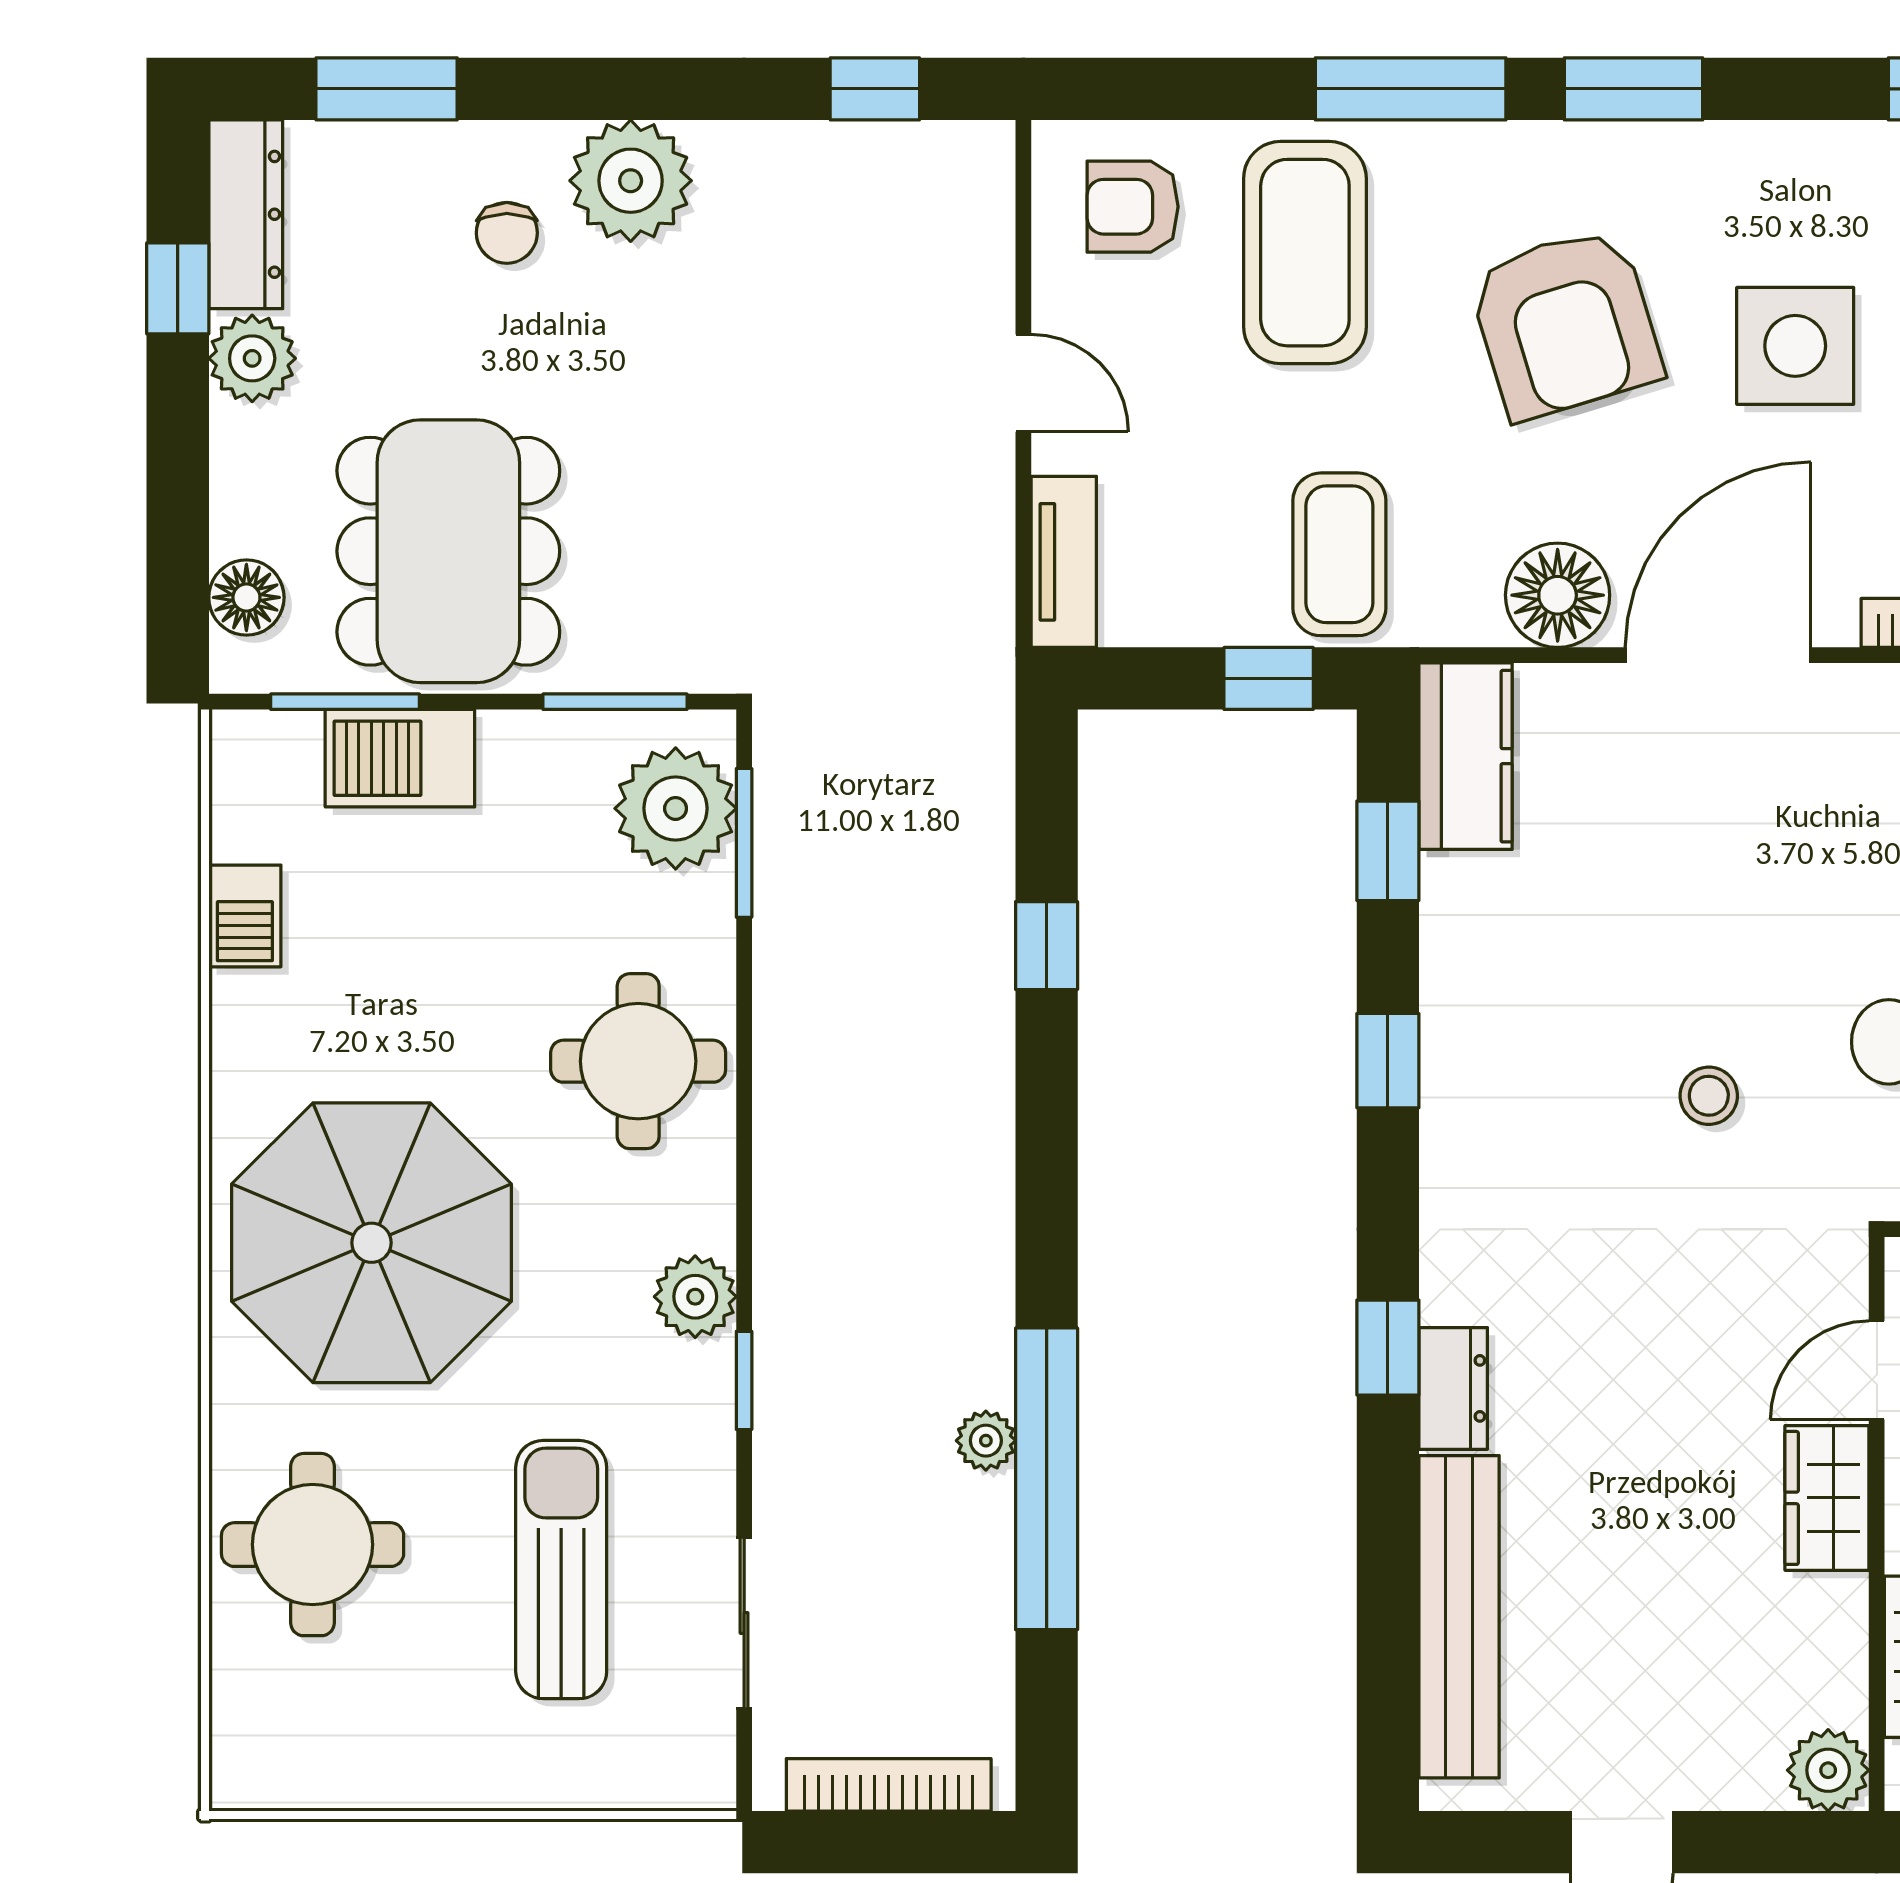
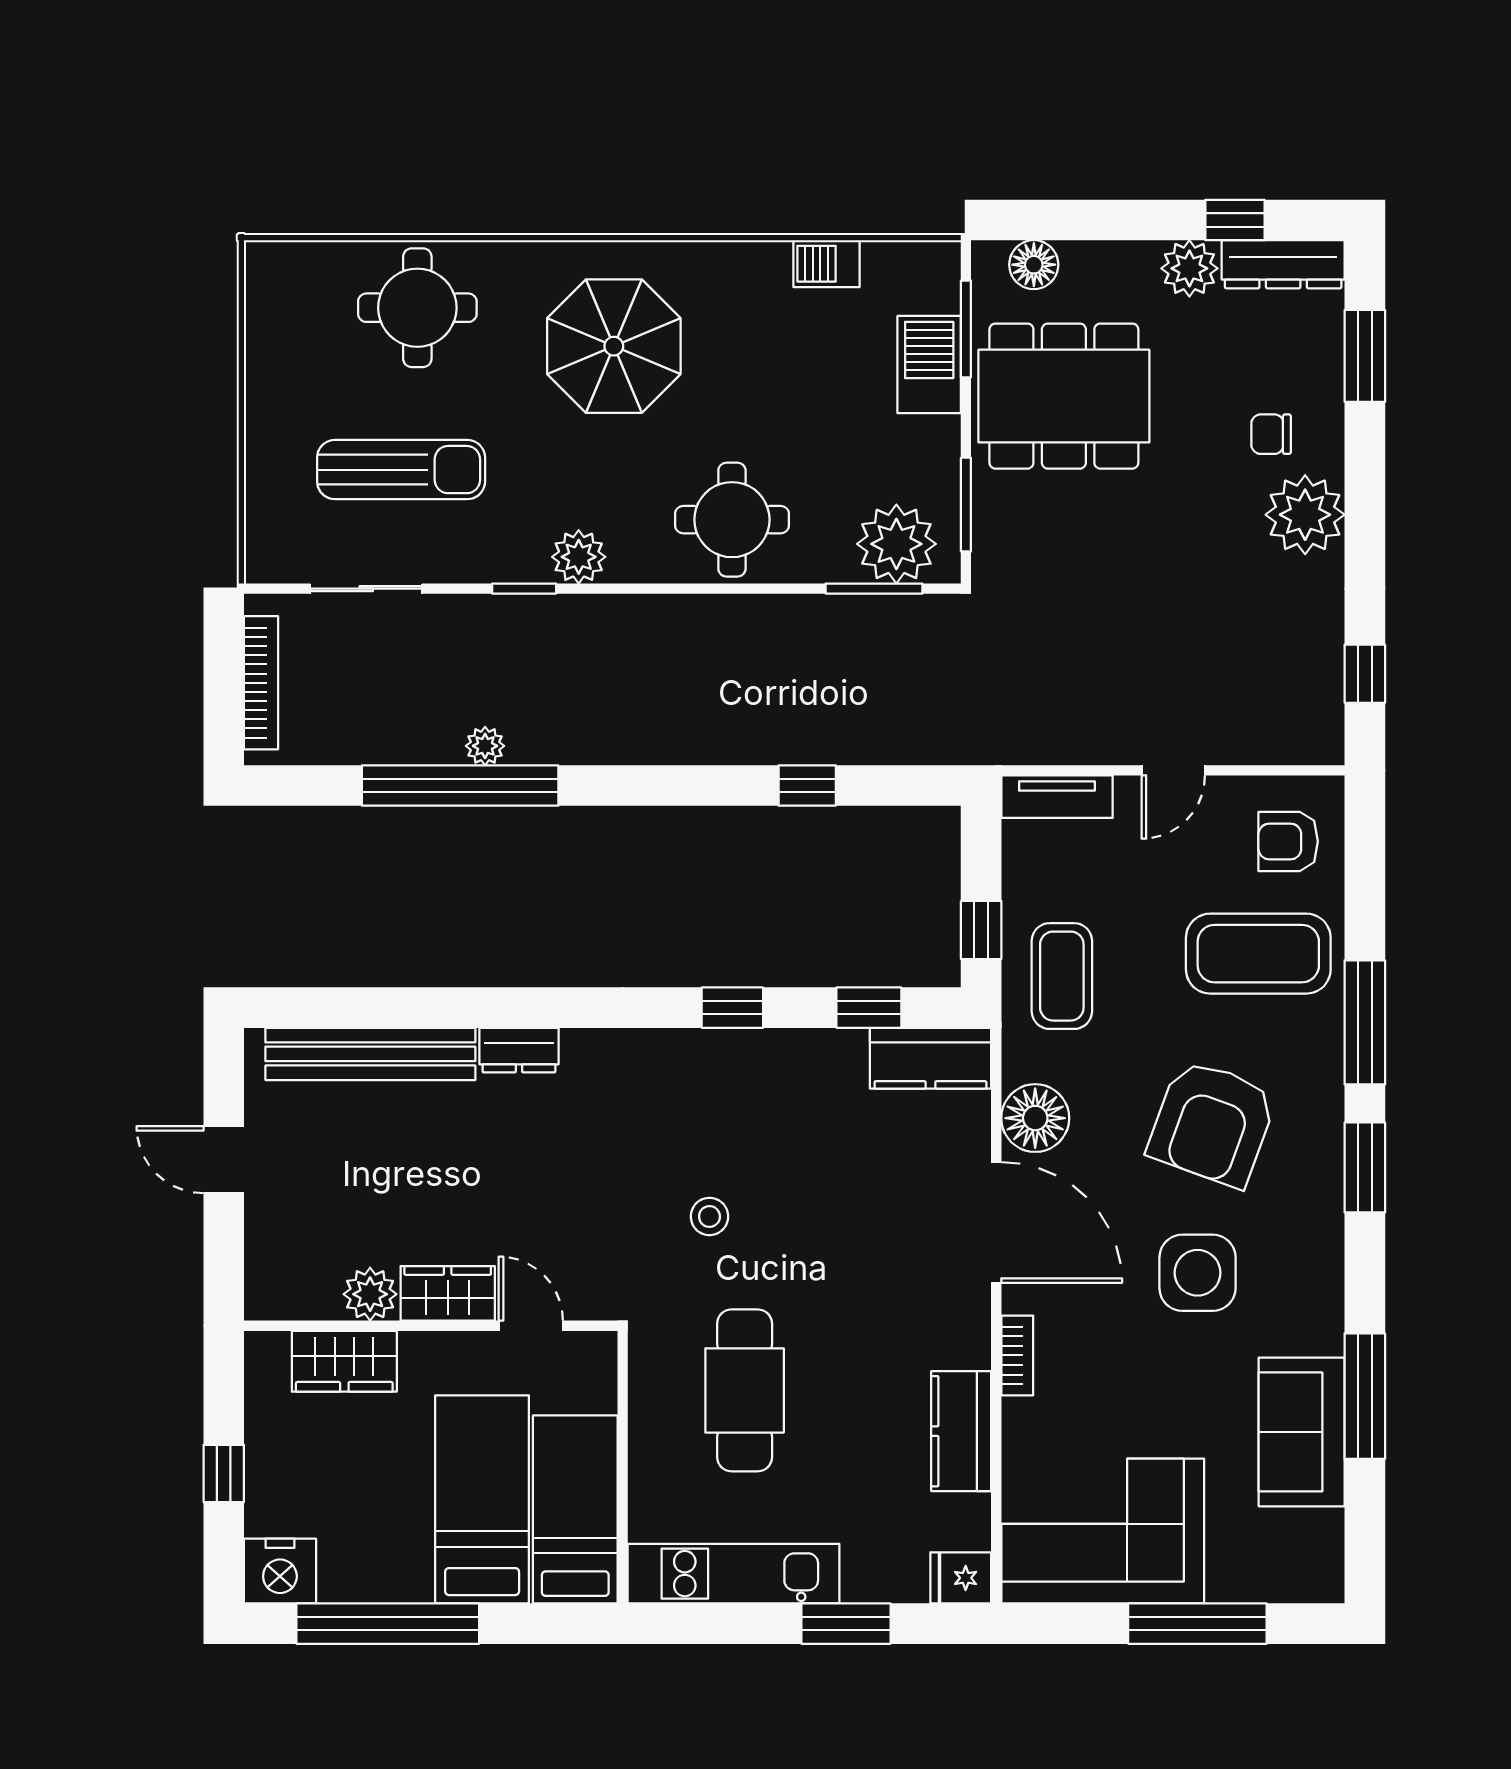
armchair: (1133, 207) -> (1288, 841), turned -90
armchair: (1565, 323) -> (1212, 1123), turned -53
coffee table: (1339, 554) -> (1062, 976), turned 90
parasol: (372, 1243) -> (614, 346), width x0.73, depth x0.73
window: (1388, 1348) -> (546, 1008), removed
plant: (1828, 1770) -> (370, 1294), moved

